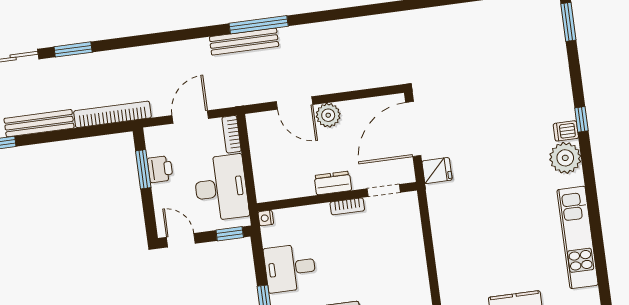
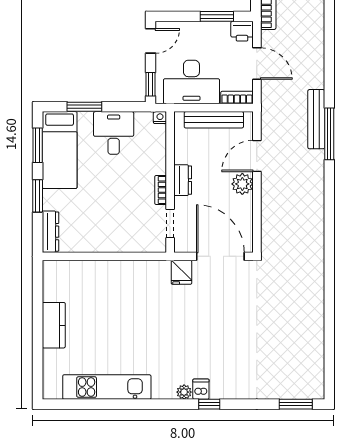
bench: (260, 157) -> (214, 120), added
plant: (565, 158) -> (184, 392), width x0.53, depth x0.53
printer: (160, 169) -> (242, 31), moved

